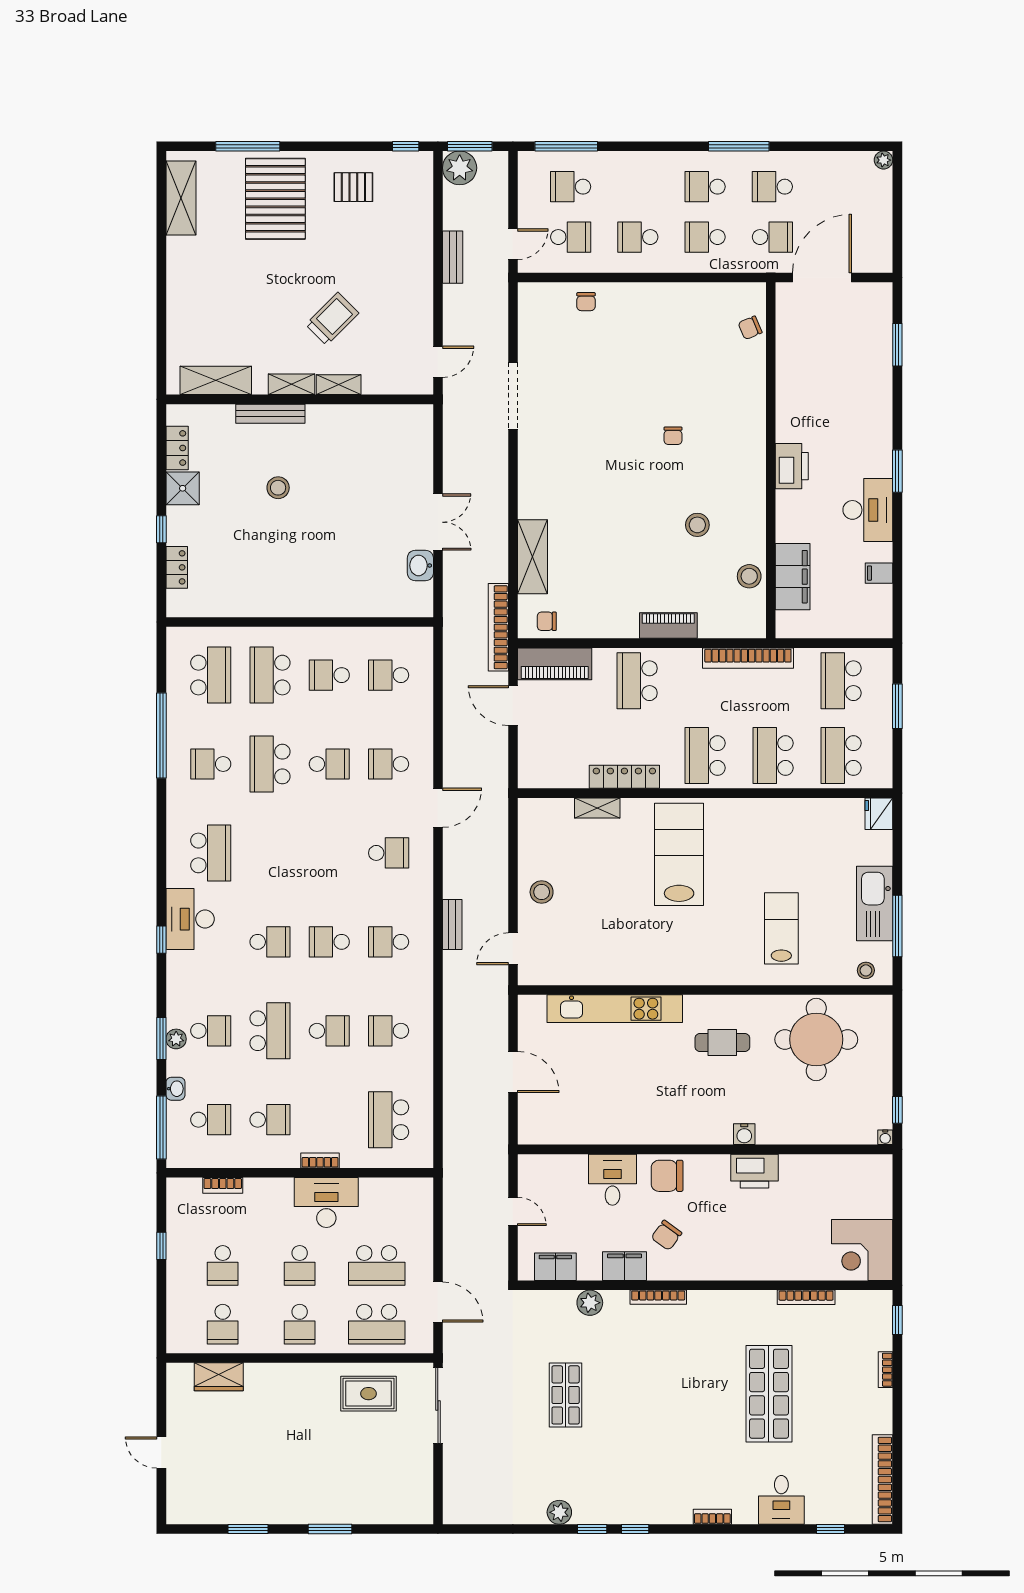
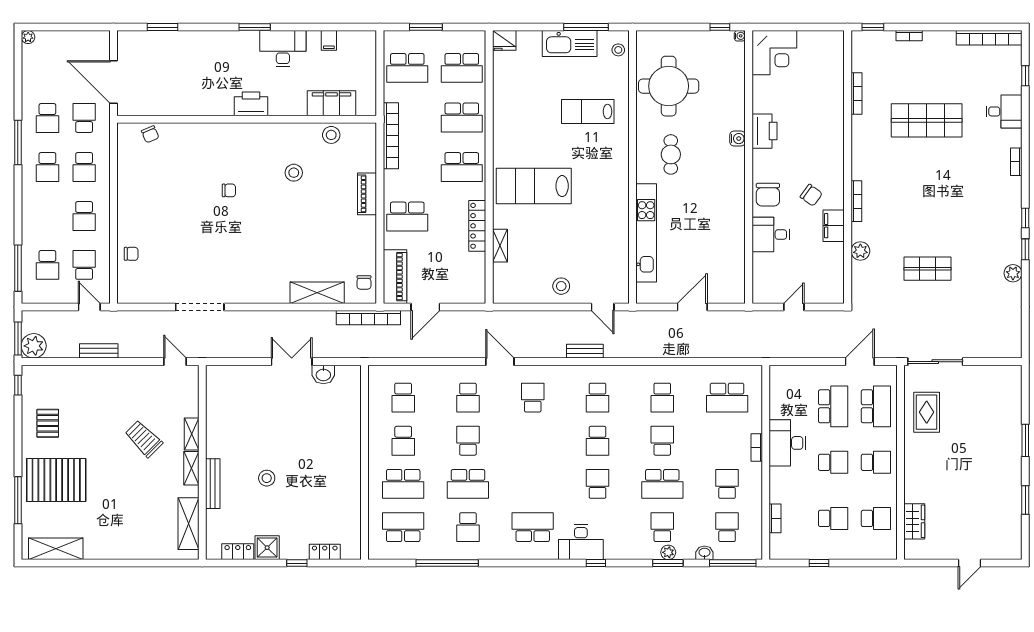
school desk: (270, 1031) -> (662, 484), turned 180
corner desk: (862, 1250) -> (774, 53), moved
filing cabinet: (555, 1267) -> (834, 276), removed

